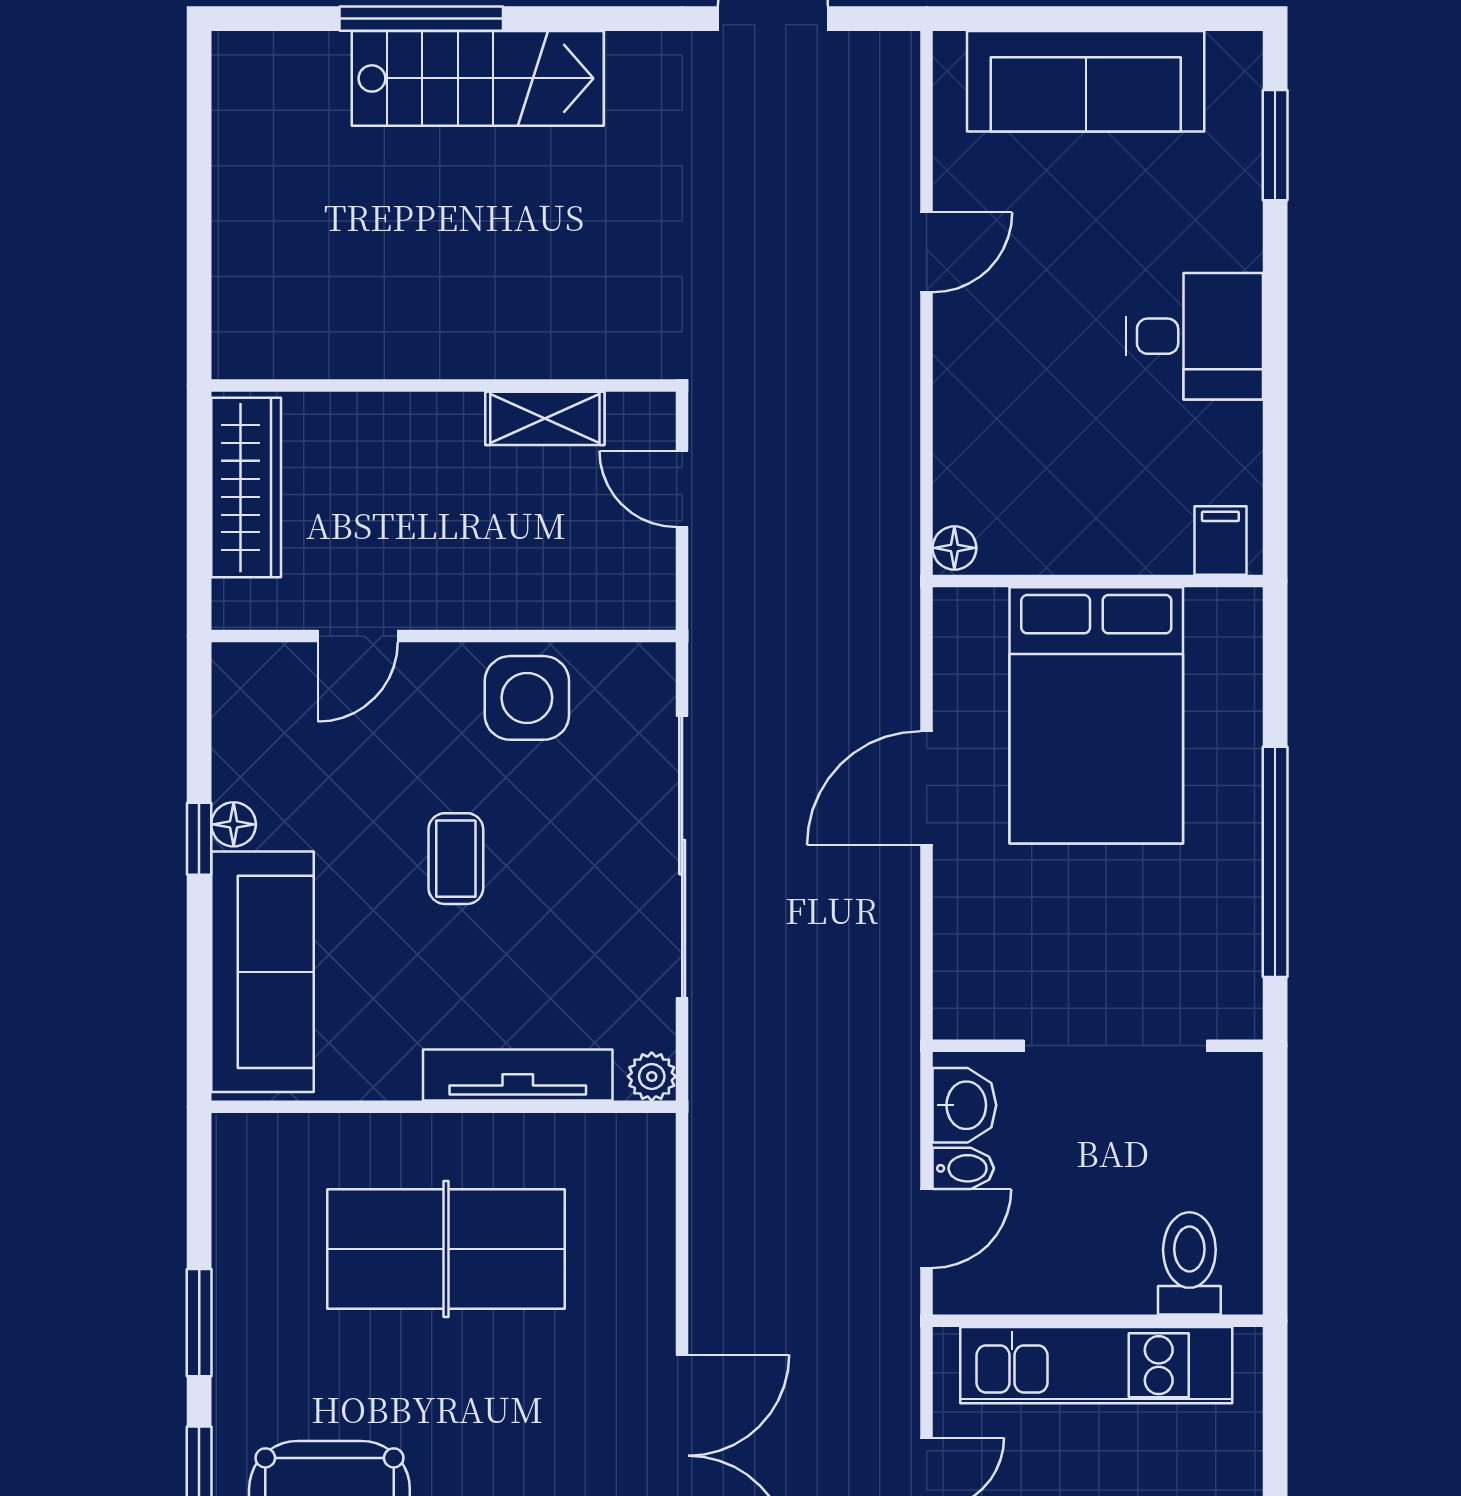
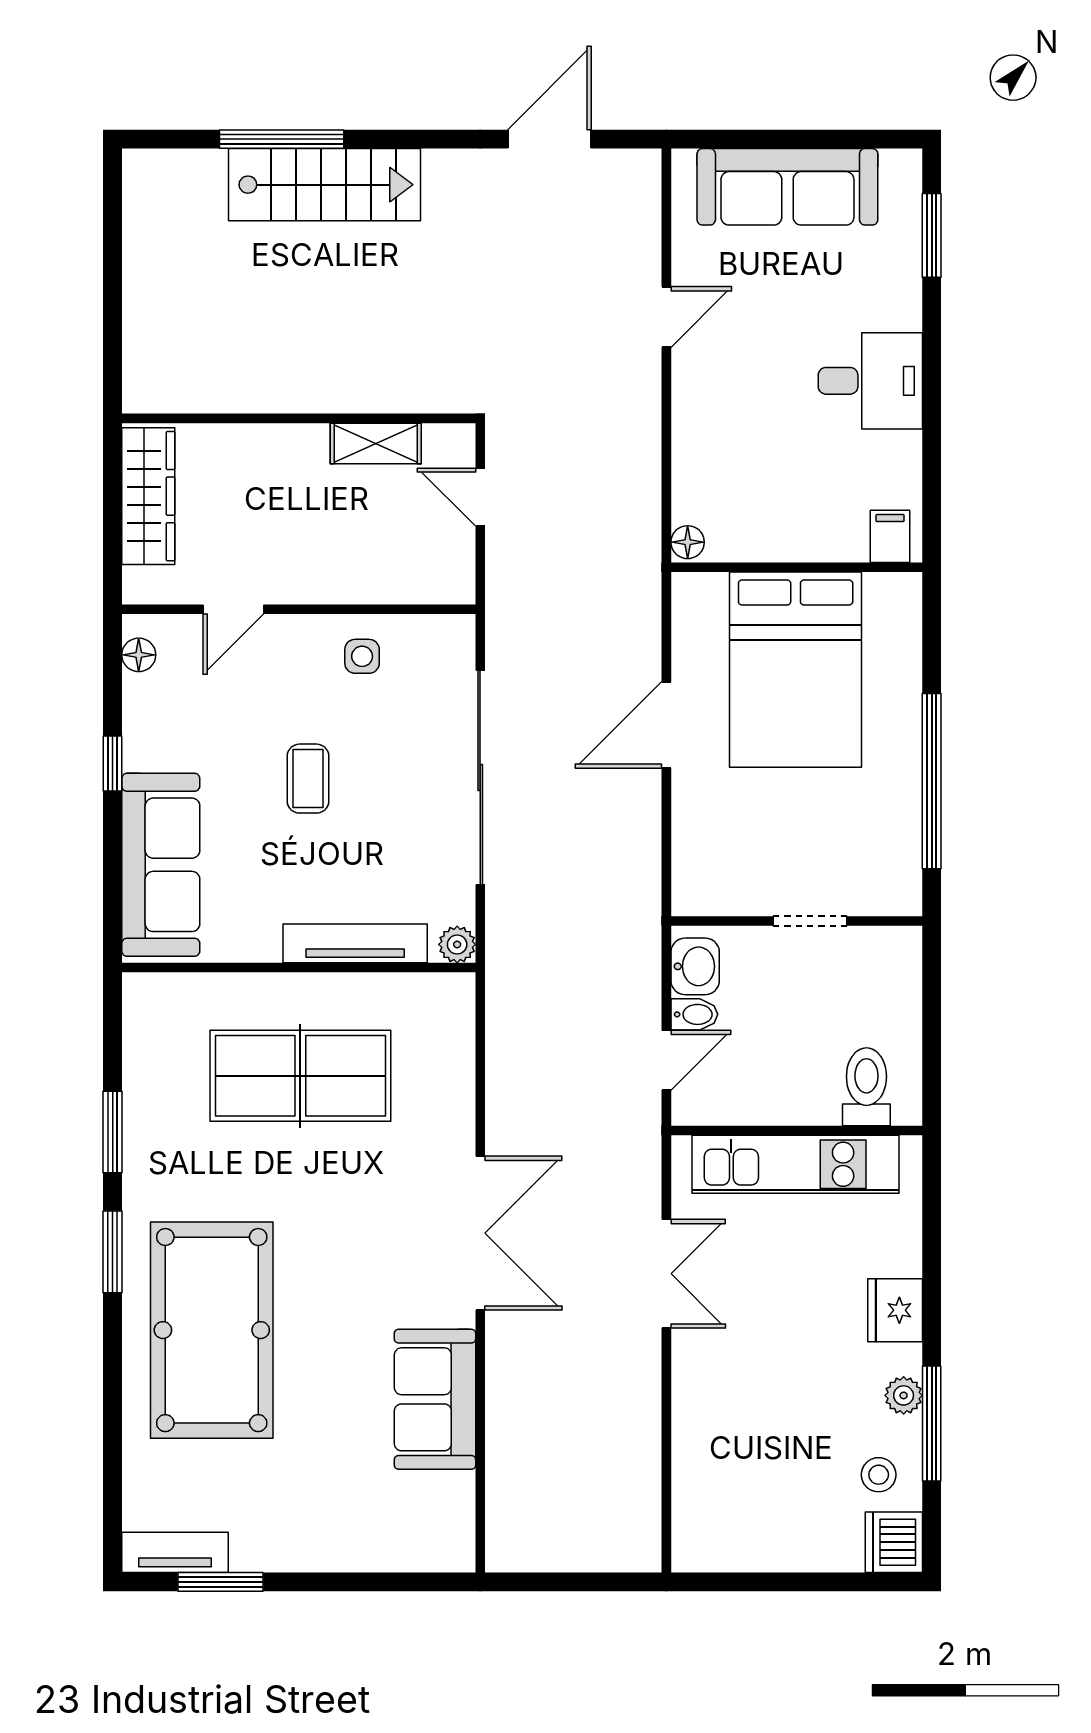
side table: (527, 698) -> (362, 656), width x0.54, depth x0.54
floor lamp: (234, 824) -> (139, 655), moved
doorway: (1115, 1046) -> (810, 921), width x0.53

